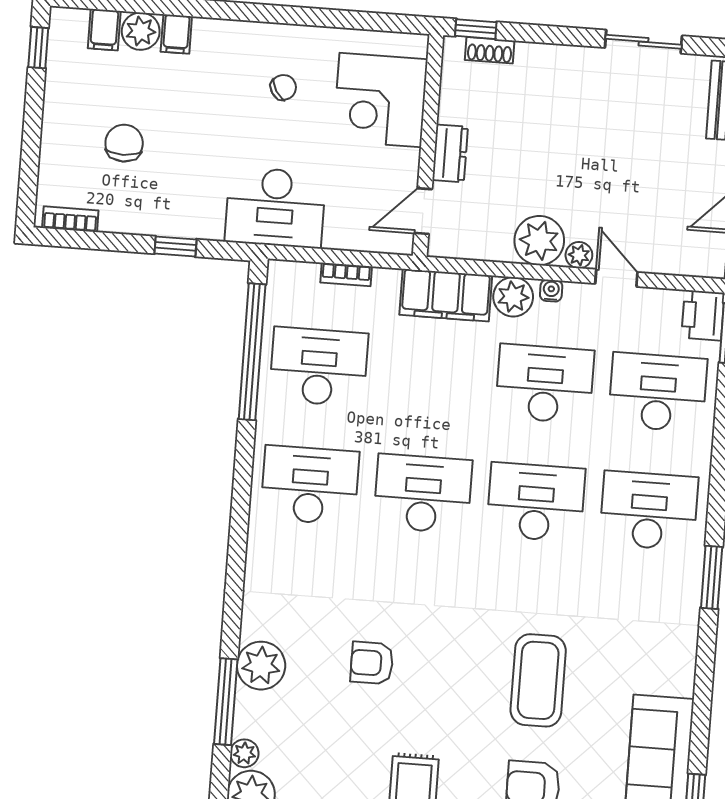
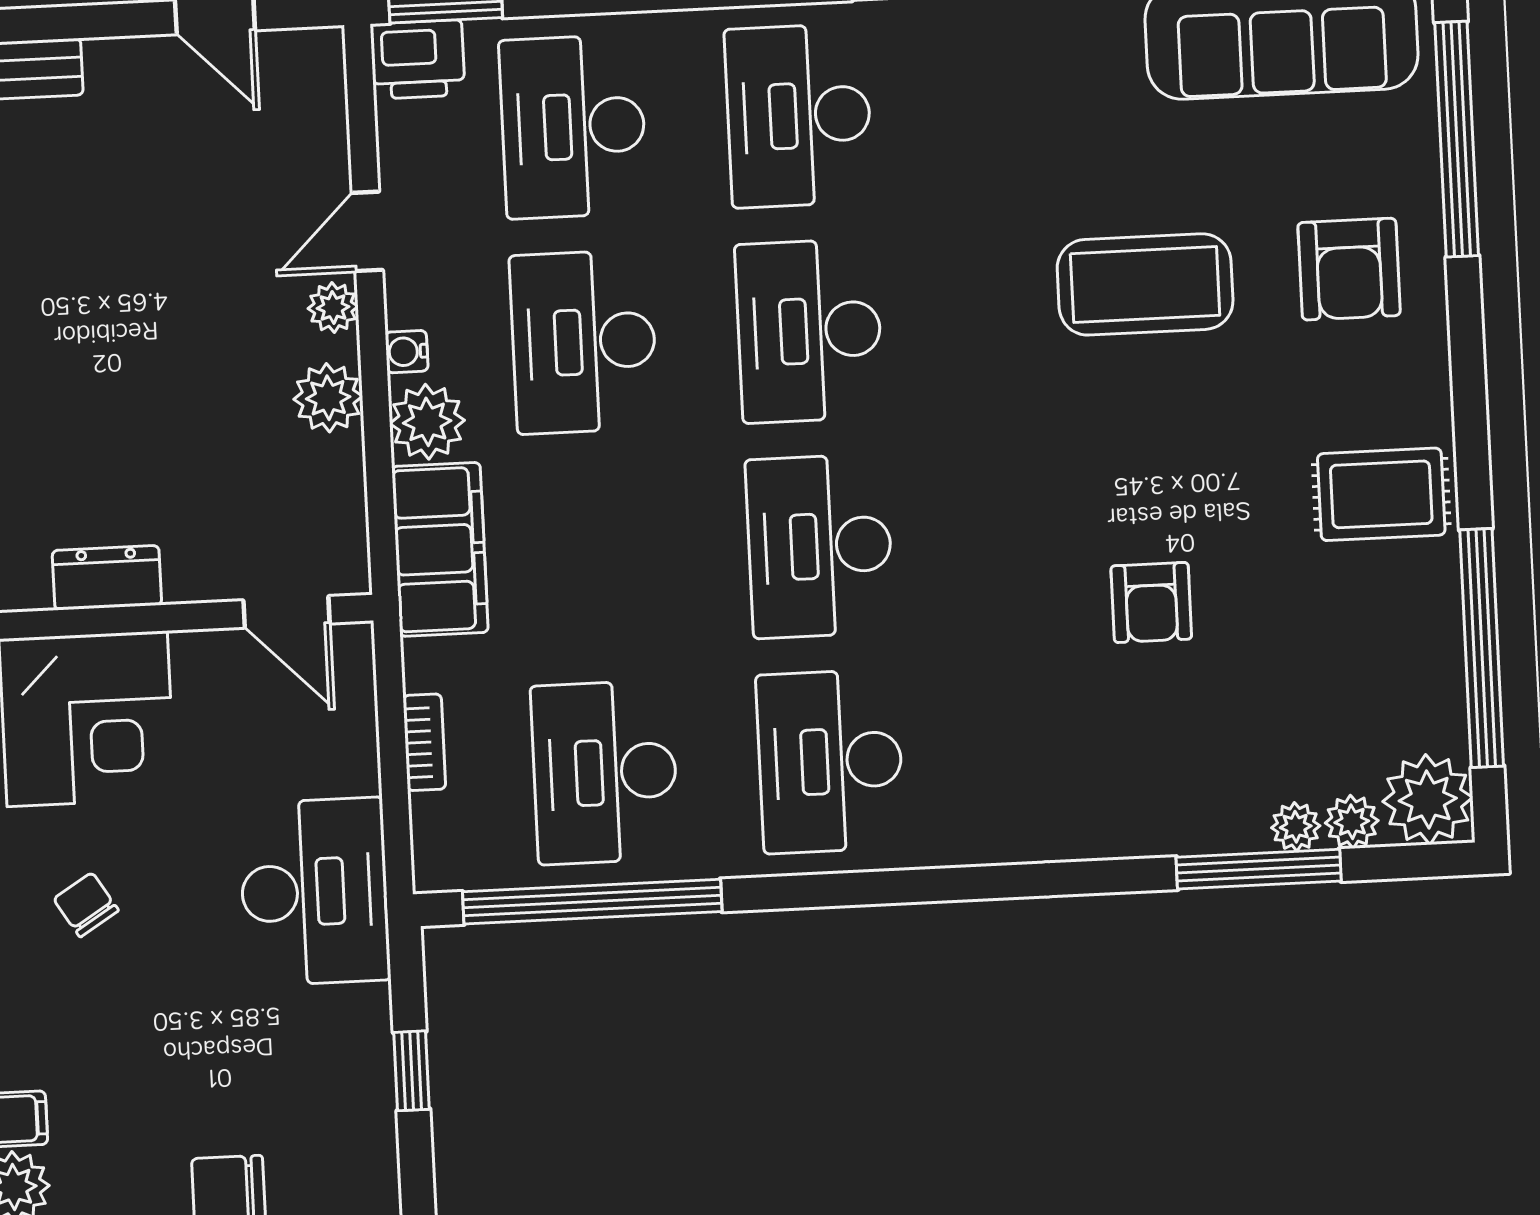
dresser: (450, 153) -> (107, 578), moved
plant: (539, 241) -> (328, 398), width x0.73, depth x0.73
plant: (261, 666) -> (1296, 827), moved, width x0.53, depth x0.53

